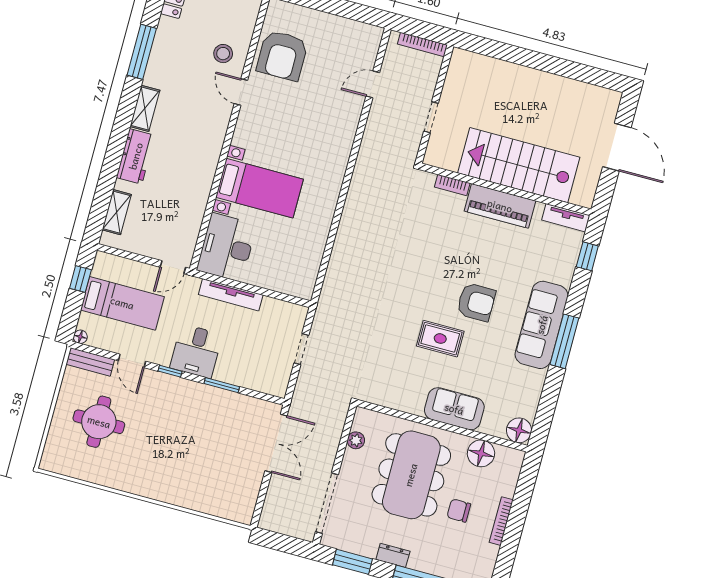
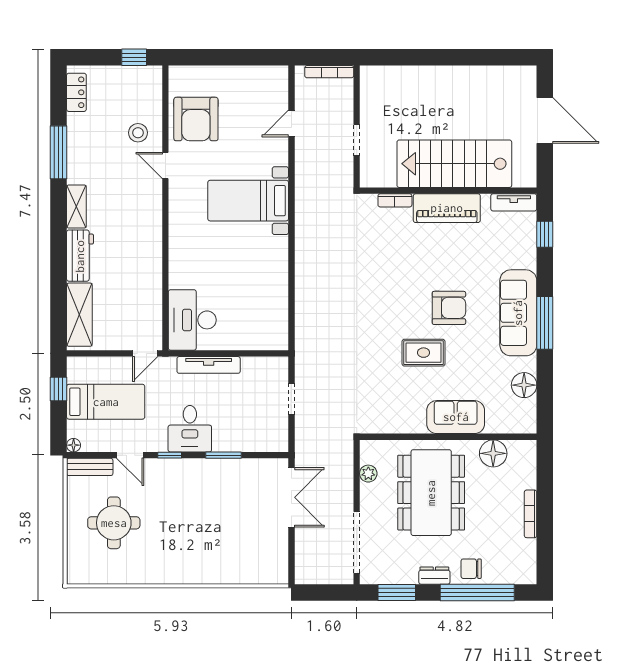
bed with nightstands: (260, 188) -> (248, 201), moved, turned 180
shelving: (117, 212) -> (79, 315), width x1.50, depth x1.33
floor lamp: (519, 430) -> (524, 385), moved
chair: (459, 511) -> (471, 569), moved

